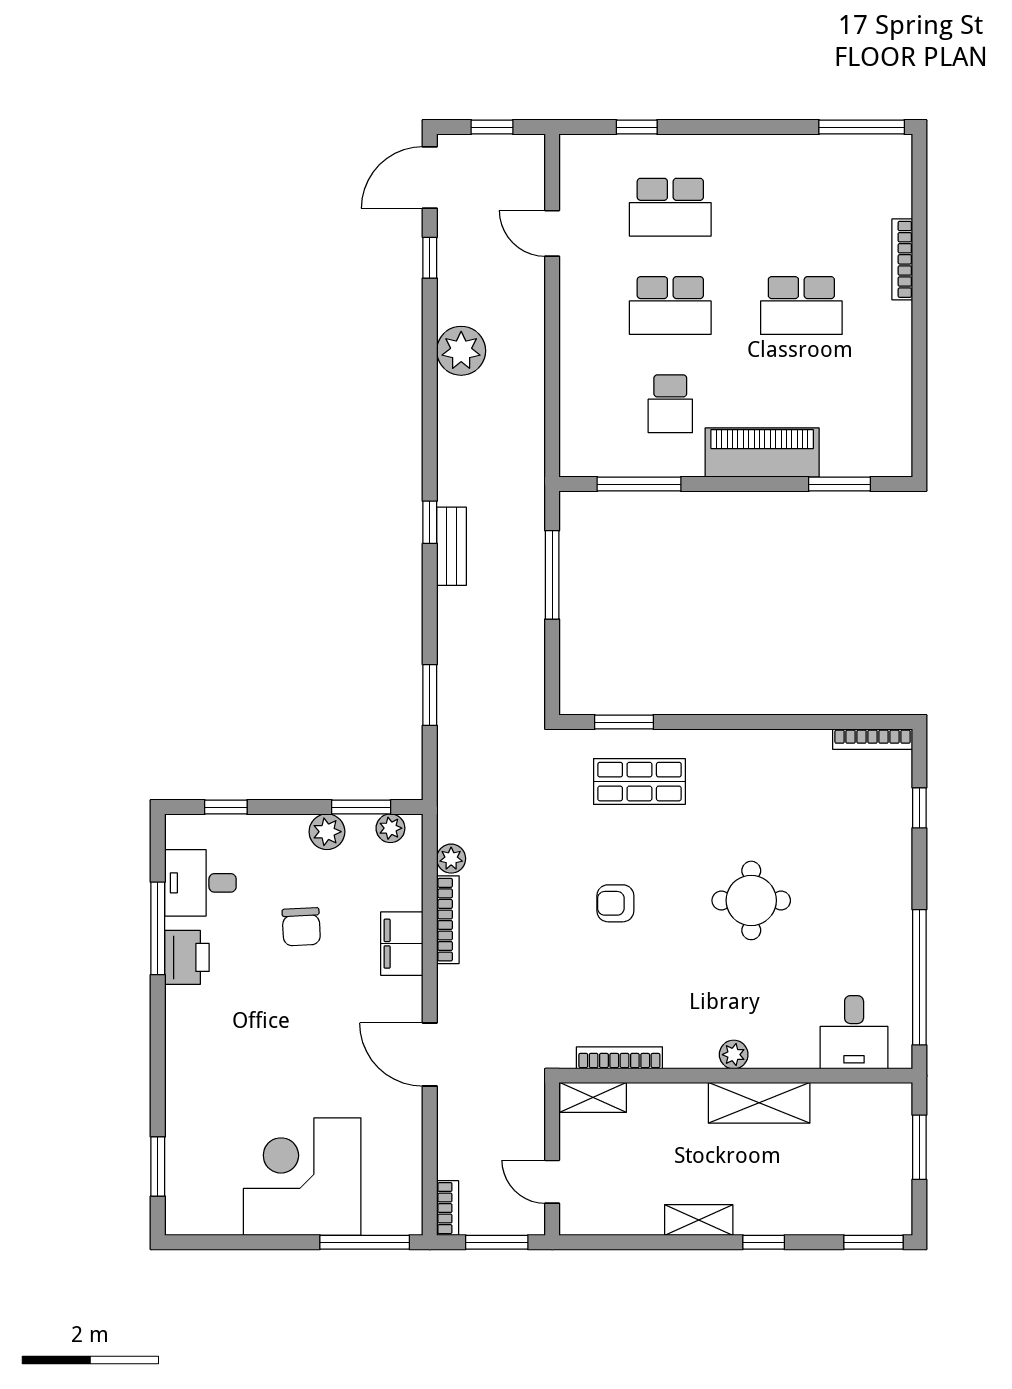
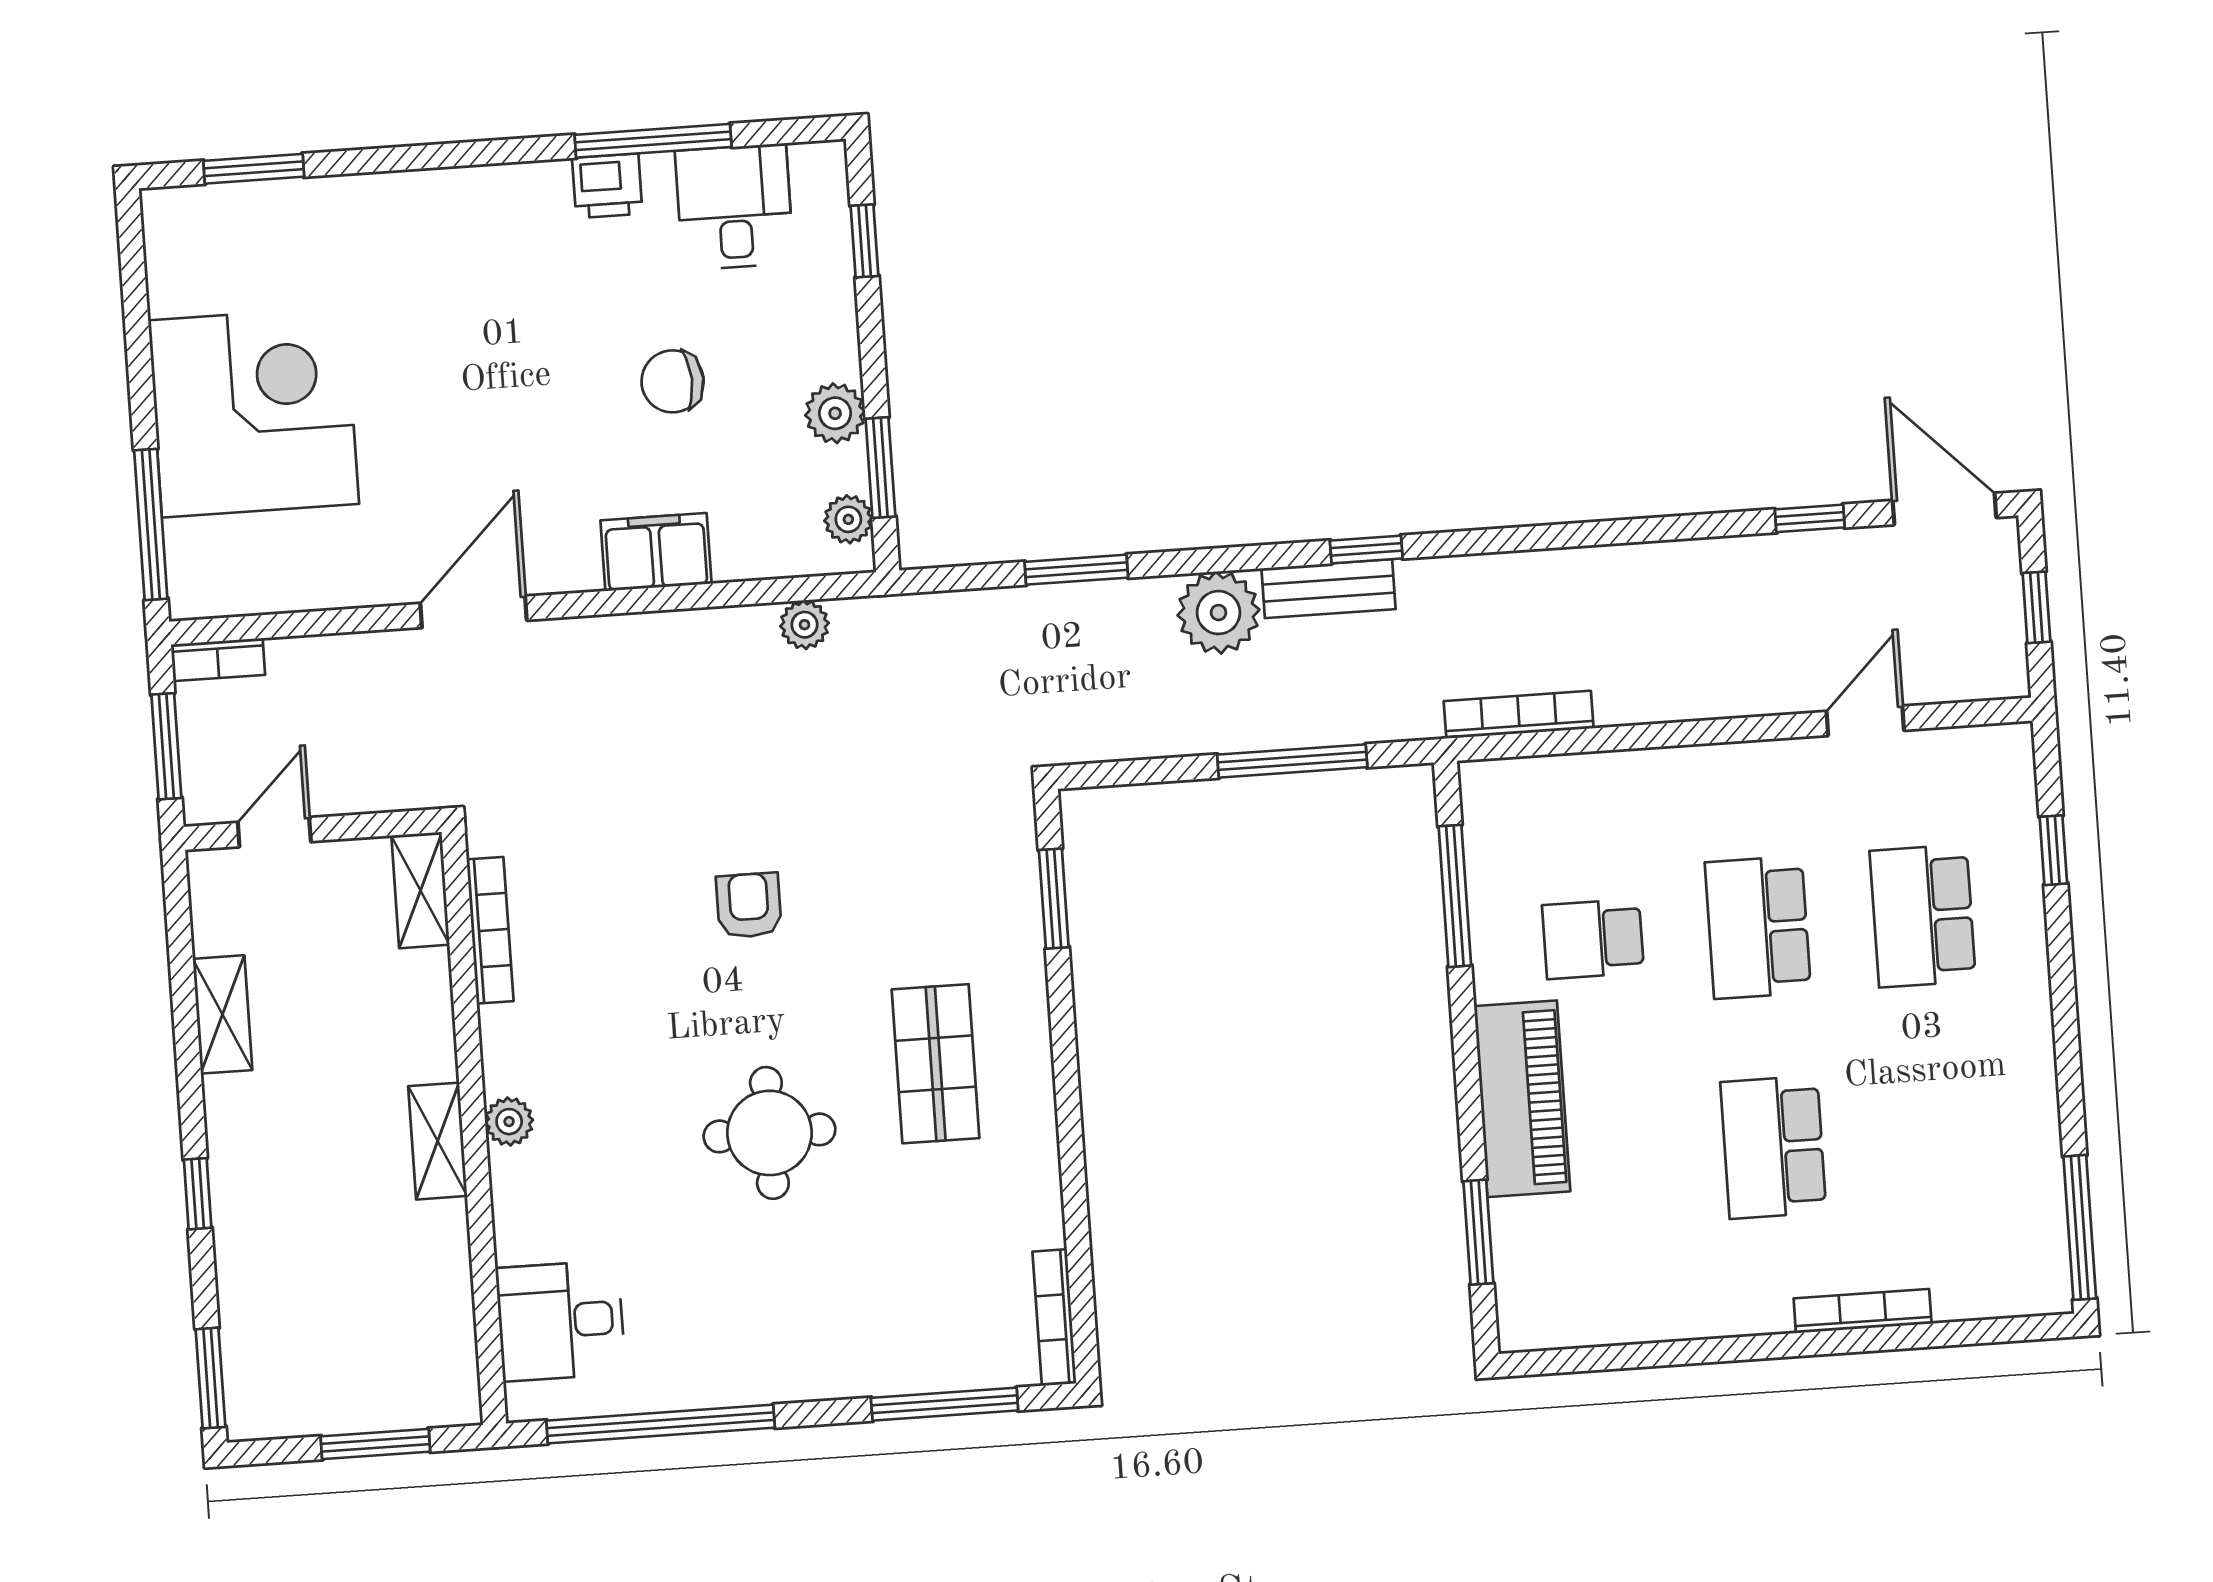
plant: (461, 351) -> (1218, 613), moved
shop shelf: (639, 782) -> (936, 1064), moved
window: (919, 808) -> (945, 1404), width x2.17
bookcase: (448, 920) -> (1519, 715), moved, turned 180
printer: (187, 957) -> (607, 186), width x0.73, depth x0.81
shelving: (759, 1103) -> (438, 1141), width x0.67, depth x0.75
shelving: (699, 1220) -> (223, 1014), moved

